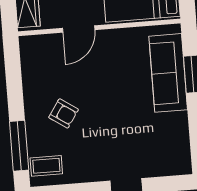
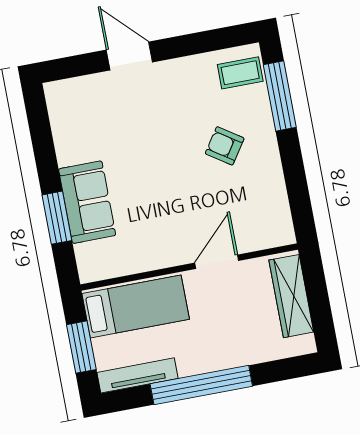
sofa: (168, 73) -> (87, 202), width x0.73

